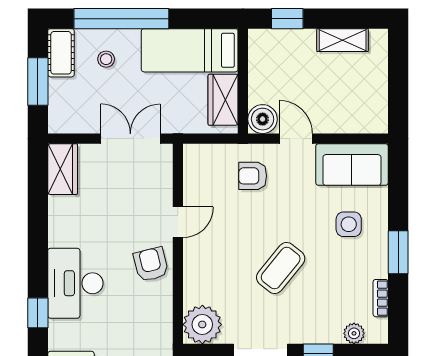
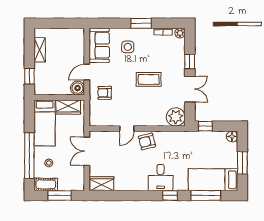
armchair: (253, 176) -> (105, 93), turned 90
door: (178, 222) -> (127, 129), swing flipped
coffee table: (281, 268) -> (149, 79), turned -39
desk: (75, 283) -> (161, 178), width x0.73
plant: (354, 333) -> (180, 33), moved

